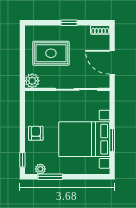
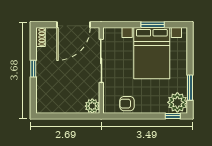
rug: (51, 53) -> (64, 87), removed
door: (112, 62) -> (74, 25), width x1.36
armchair: (36, 133) -> (127, 104), moved
plant: (40, 169) -> (177, 102), width x1.87, depth x1.87

